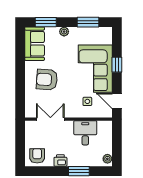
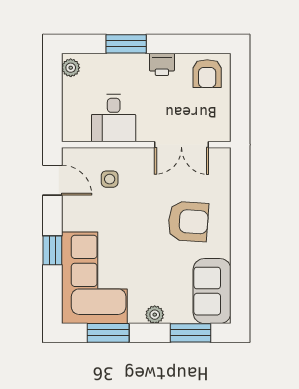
corner sofa: (95, 69) -> (94, 278), moved

